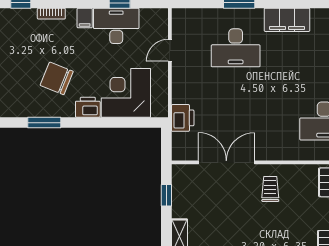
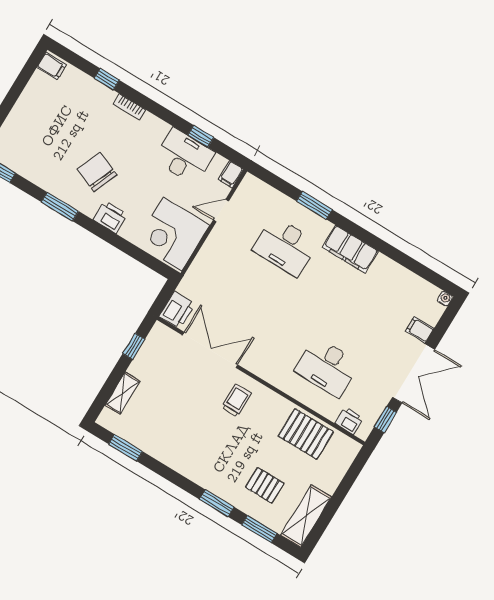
filing cabinet: (85, 18) -> (231, 174), moved
corner desk: (126, 93) -> (172, 234), moved, turned -90
printer: (183, 118) -> (177, 310), moved

